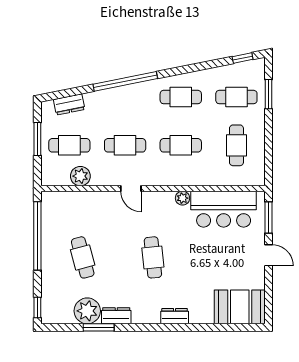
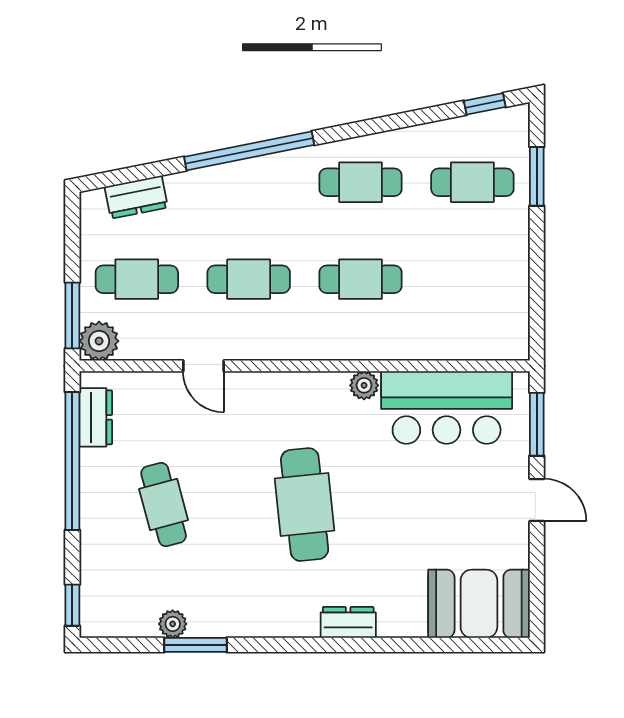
window: (37, 139) -> (72, 315), moved
cafe table: (236, 145) -> (472, 279), removed
plant: (80, 176) -> (99, 341), moved
door: (131, 188) -> (204, 366), moved
cafe table: (153, 257) -> (305, 505), width x1.37, depth x1.35
plant: (87, 311) -> (173, 624), width x0.53, depth x0.53
dresser: (116, 316) -> (96, 417), moved, turned 90

